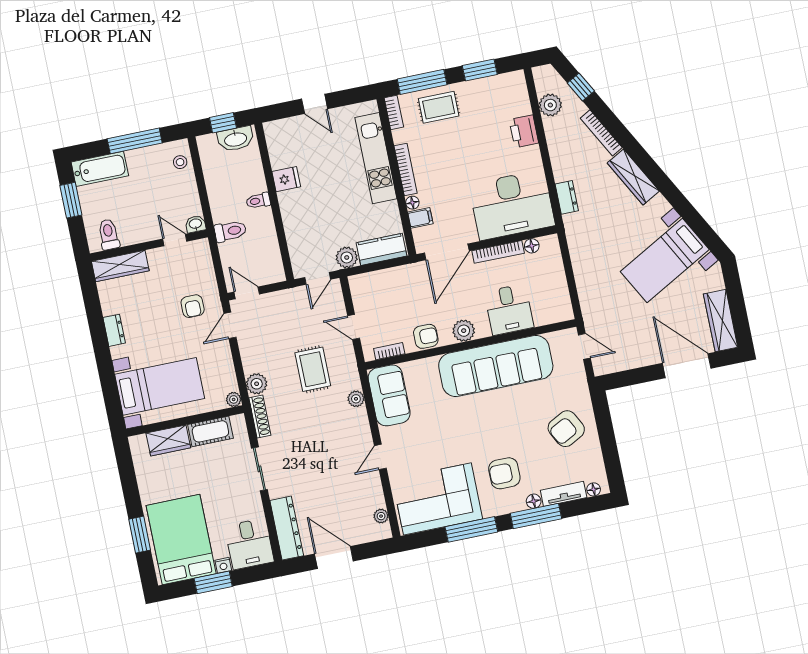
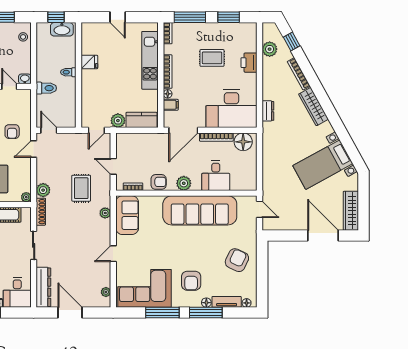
rug: (439, 107) -> (212, 58), moved
floor lamp: (532, 246) -> (243, 142), width x1.89, depth x1.89
armchair: (566, 429) -> (237, 260), turned 143
armchair: (504, 473) -> (191, 281), turned -90

